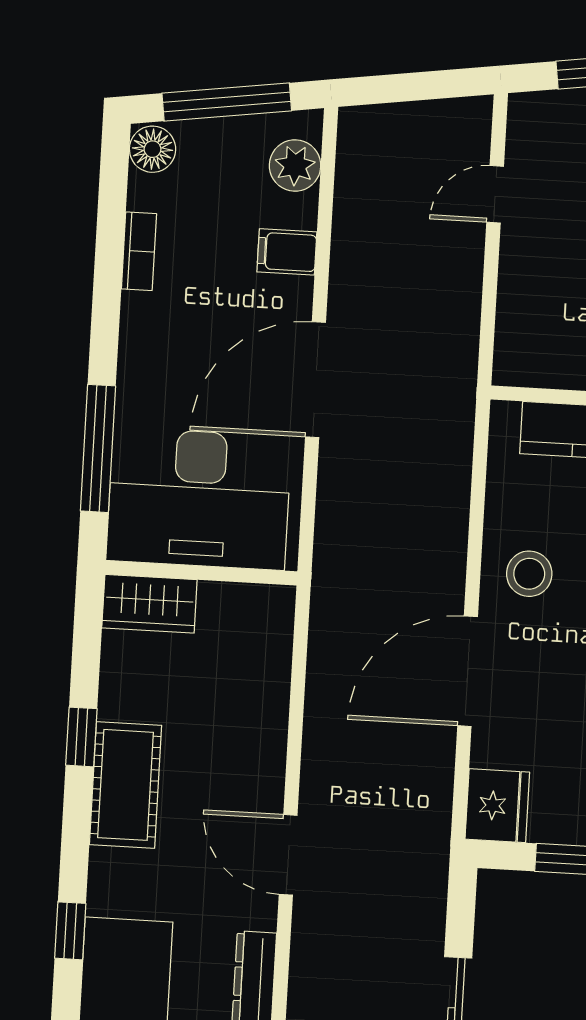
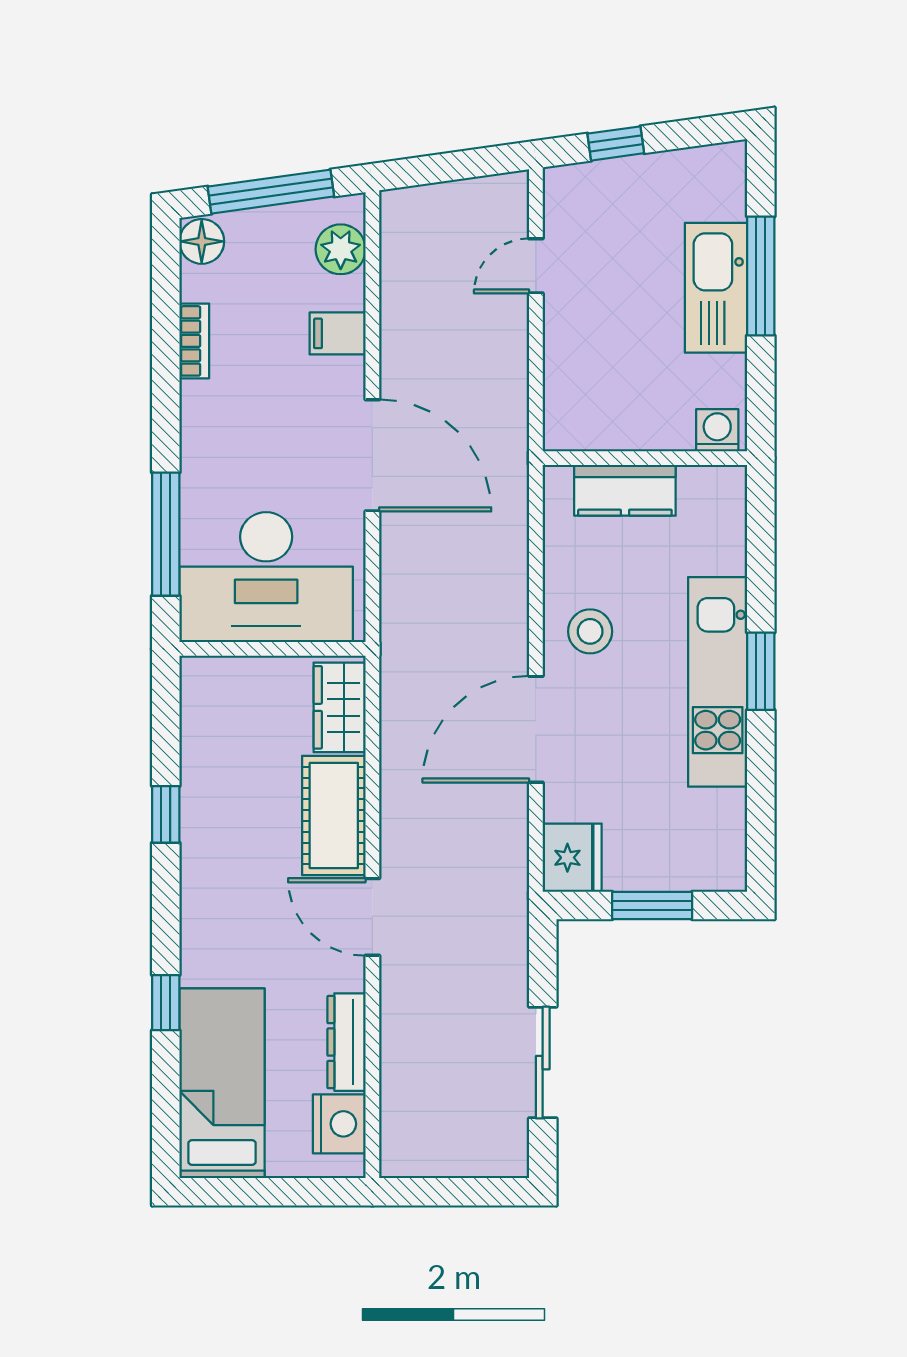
door: (315, 380) -> (372, 455), swing flipped
wardrobe: (149, 604) -> (340, 707), moved, turned 90
cot: (125, 785) -> (334, 816), moved

